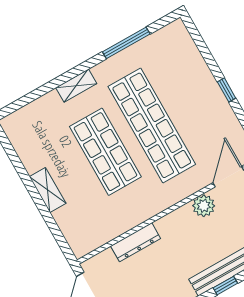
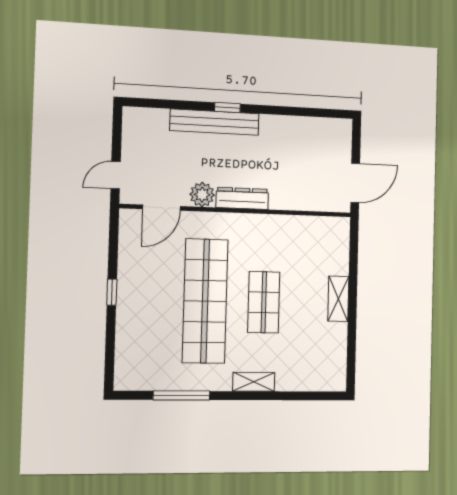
shop shelf: (105, 152) -> (264, 302), width x0.70, depth x0.74
dresser: (136, 242) -> (242, 198), moved

